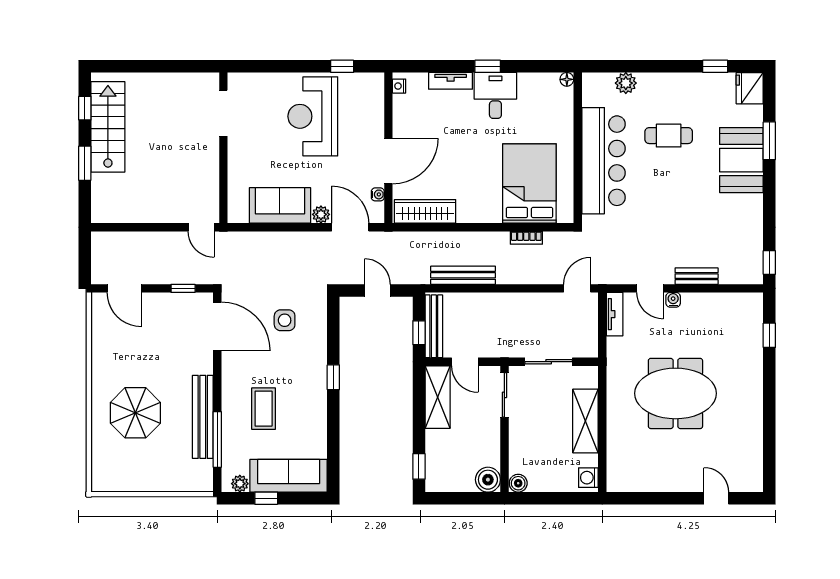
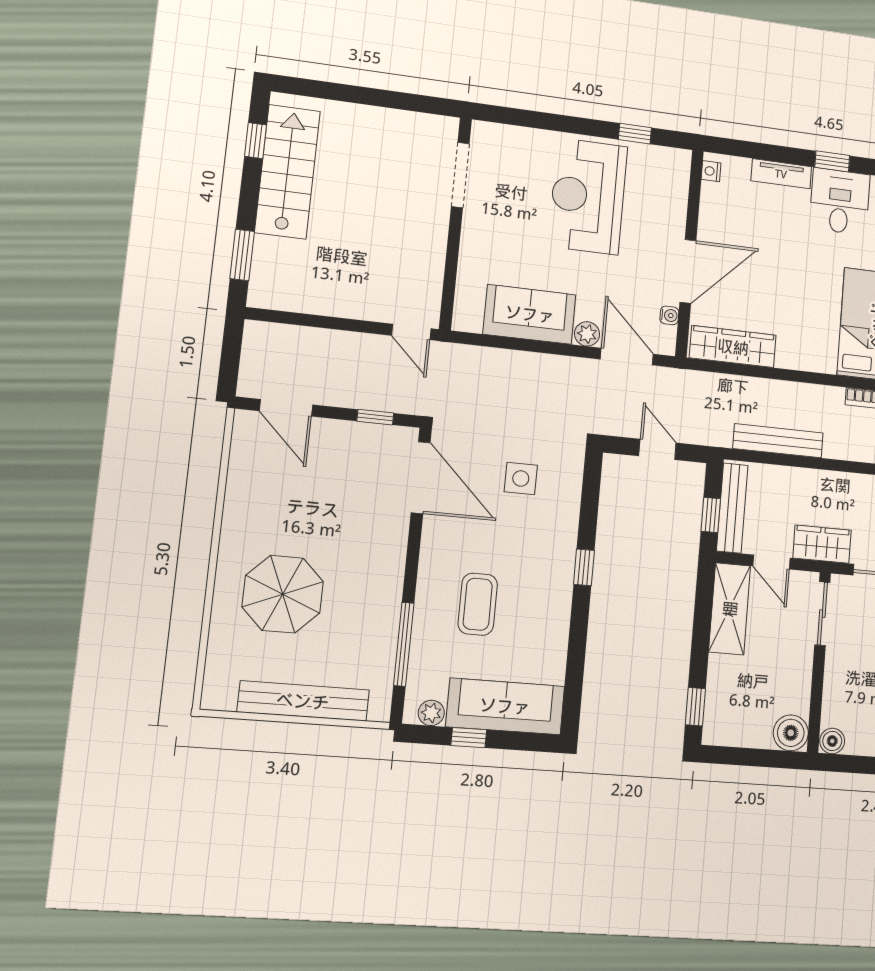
window: (85, 163) -> (242, 255), moved
wardrobe: (501, 346) -> (822, 544), added
bench: (203, 417) -> (303, 701), moved, turned 90

